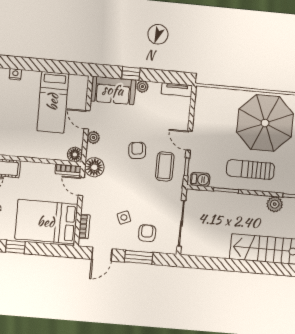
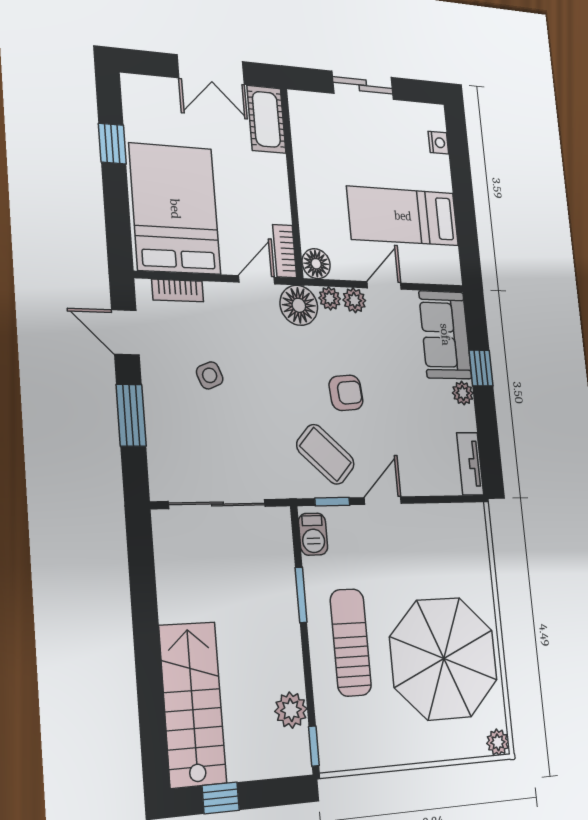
plant: (92, 150) -> (330, 298), added
coffee table: (165, 166) -> (325, 454), turned 43
armchair: (147, 233) -> (185, 429), removed

